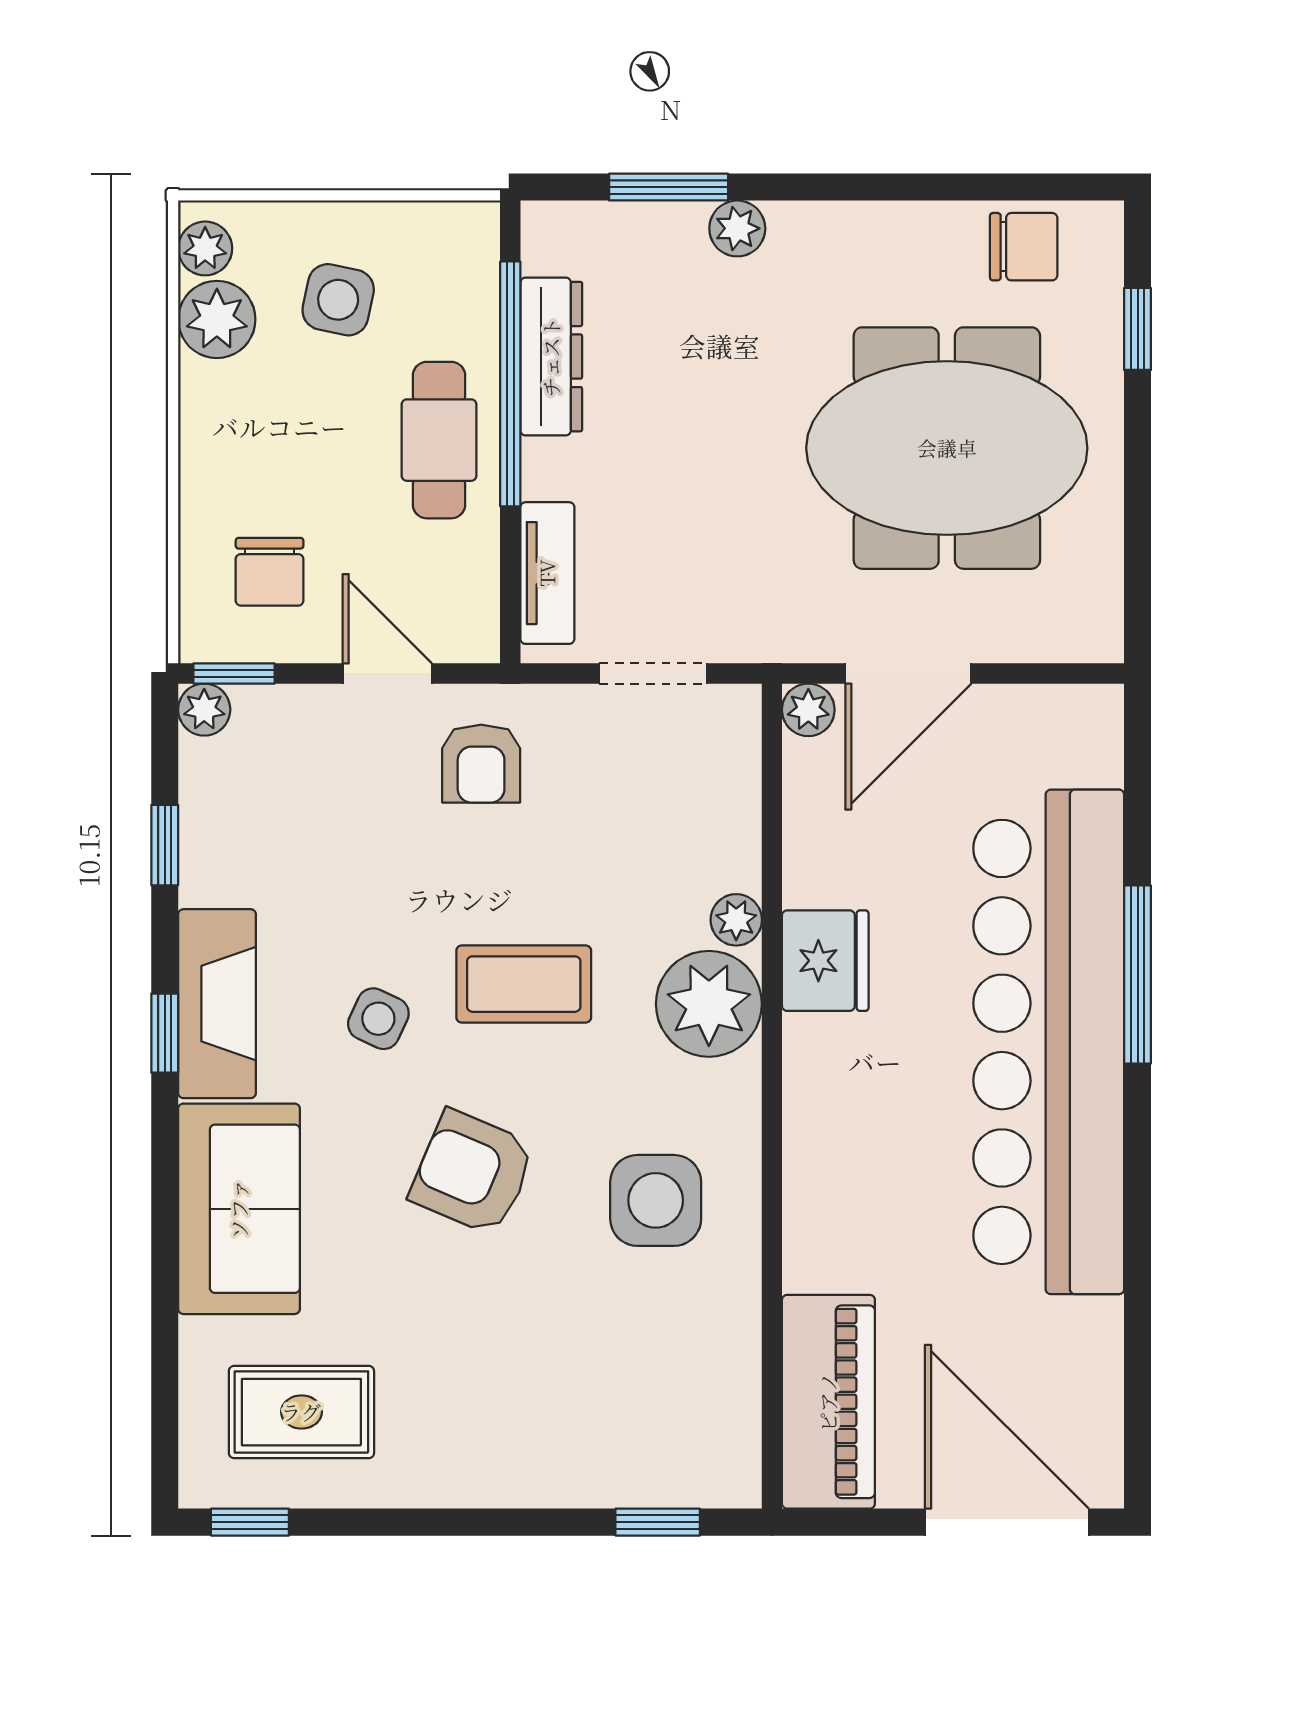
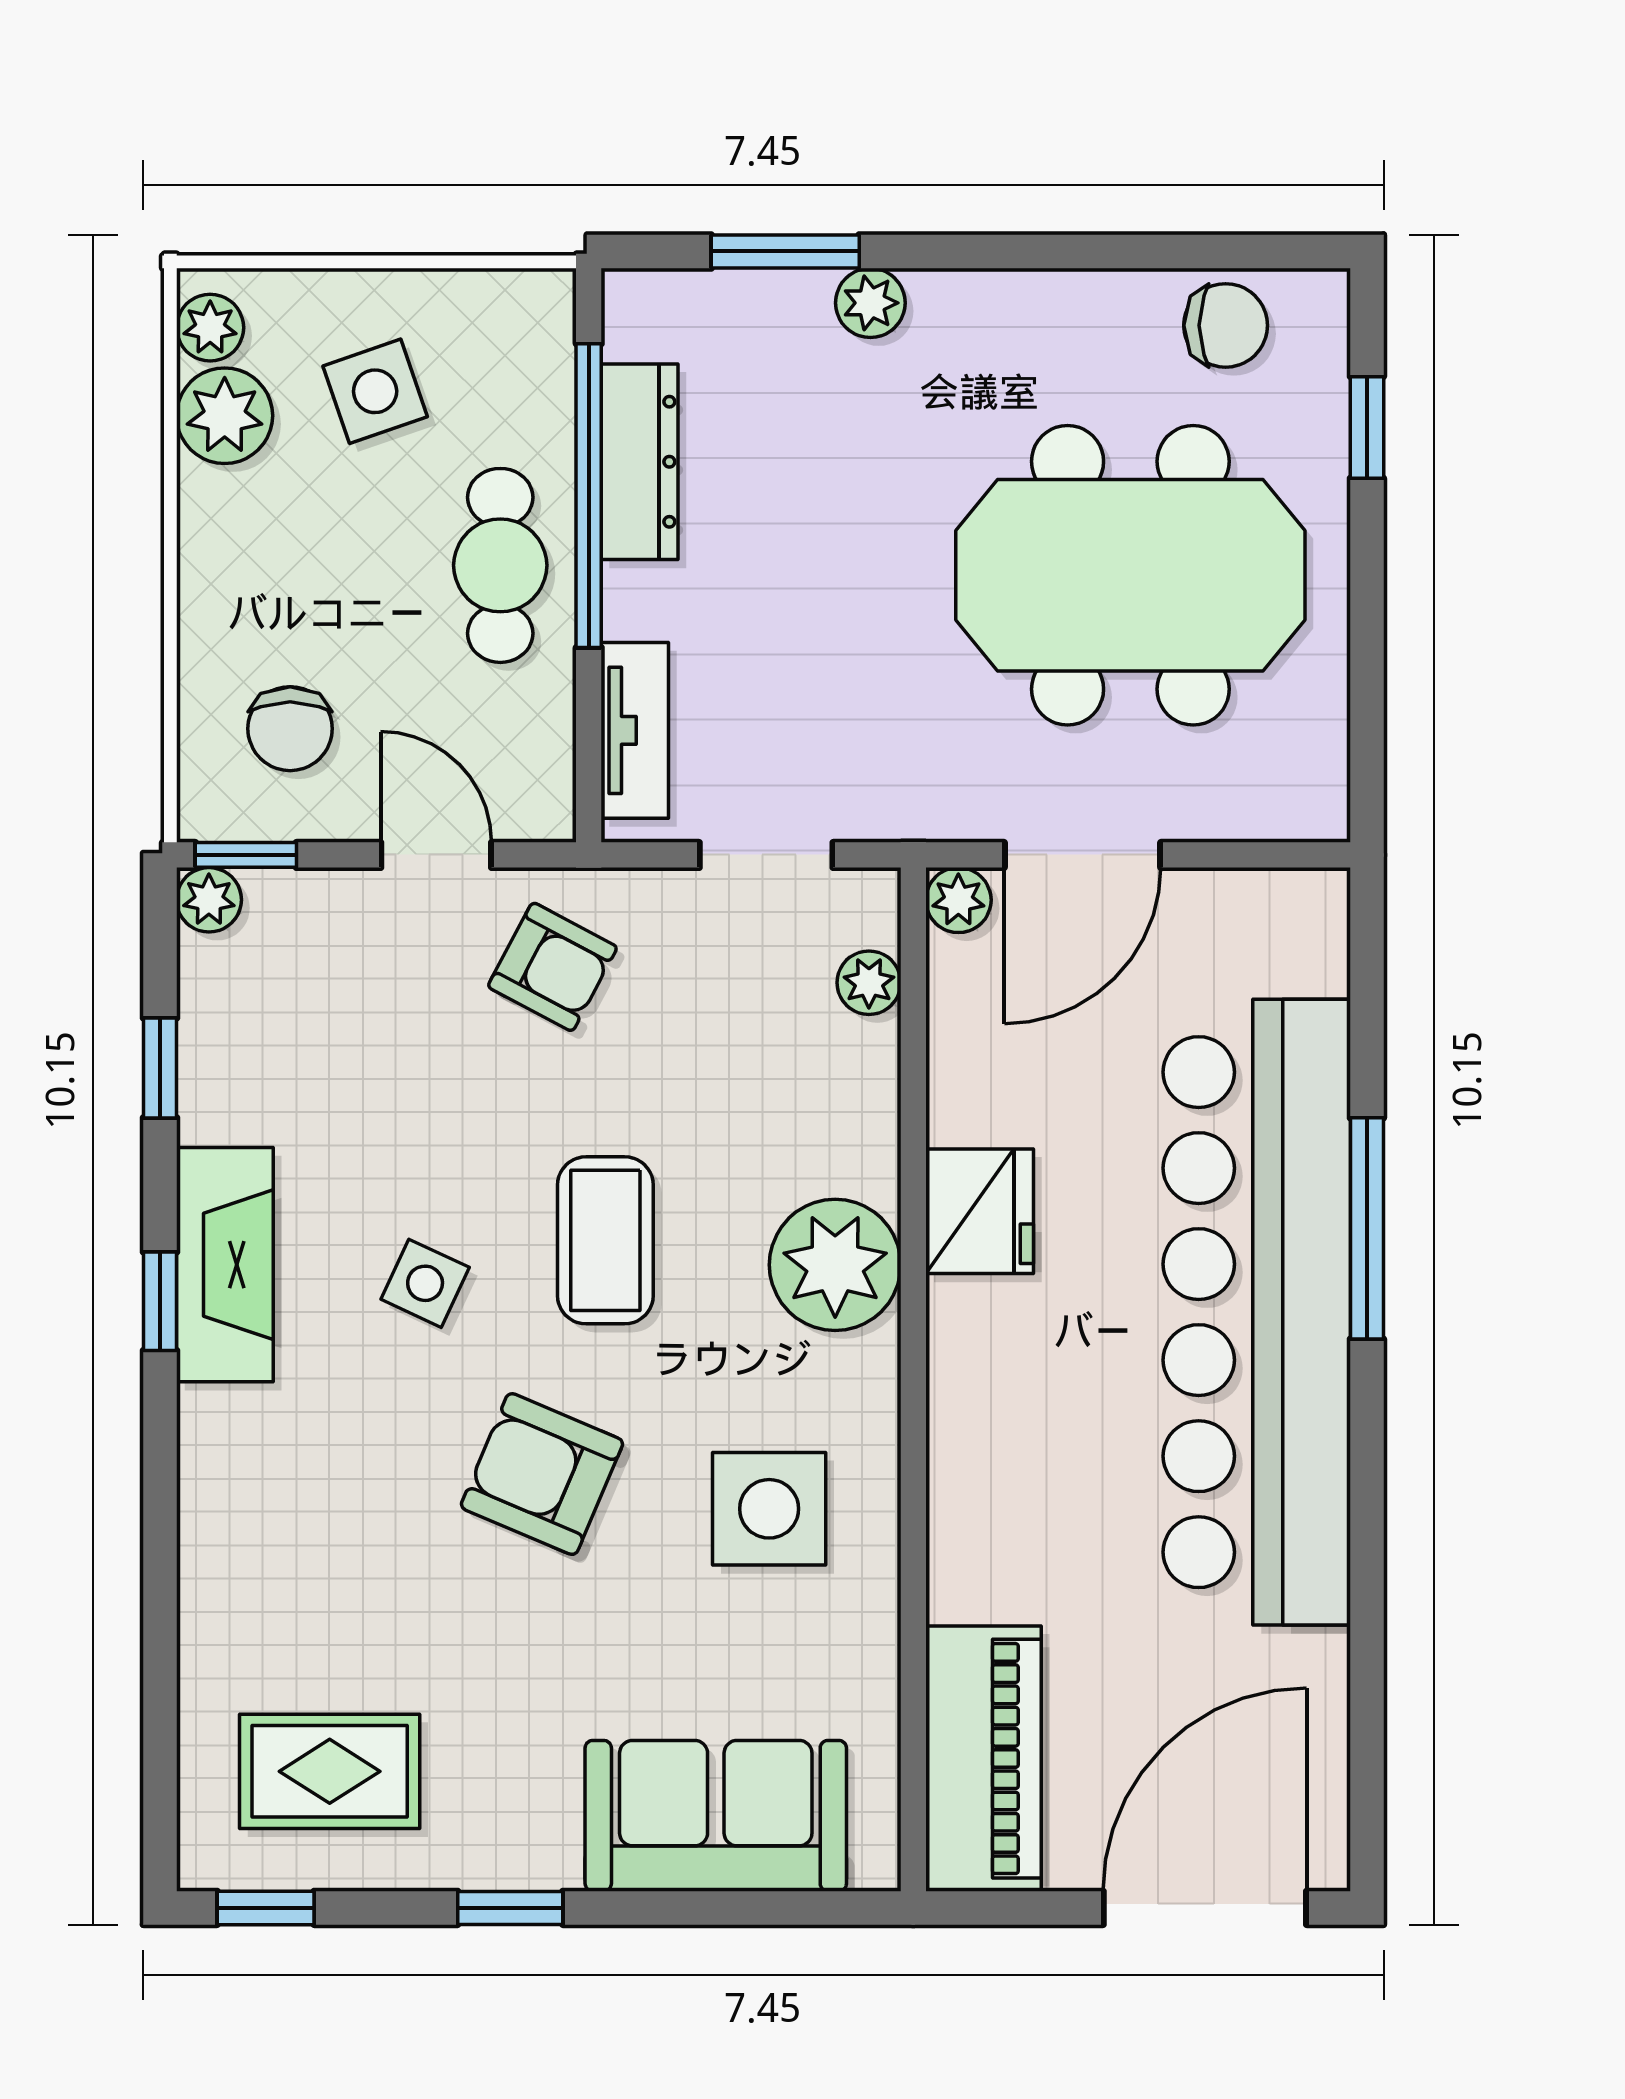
side table: (338, 300) -> (375, 391), turned -31
armchair: (481, 764) -> (552, 967), turned -62
plant: (736, 920) -> (869, 983), moved
coffee table: (524, 984) -> (605, 1240), turned 90
sofa: (239, 1209) -> (716, 1816), moved, turned -90
window: (658, 1522) -> (510, 1908), moved
door: (1007, 1522) -> (1205, 1908), hinge flipped

